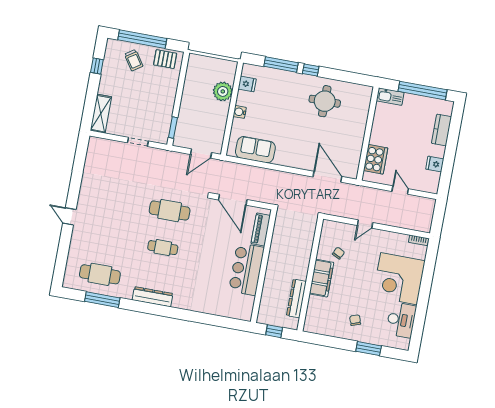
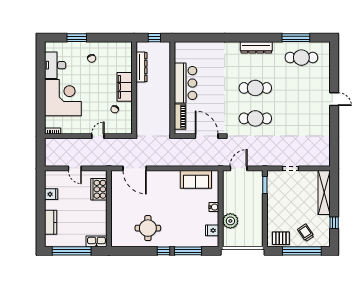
shelving: (101, 114) -> (324, 193), width x1.47
cafe table: (163, 248) -> (255, 88), width x1.37, depth x1.35

